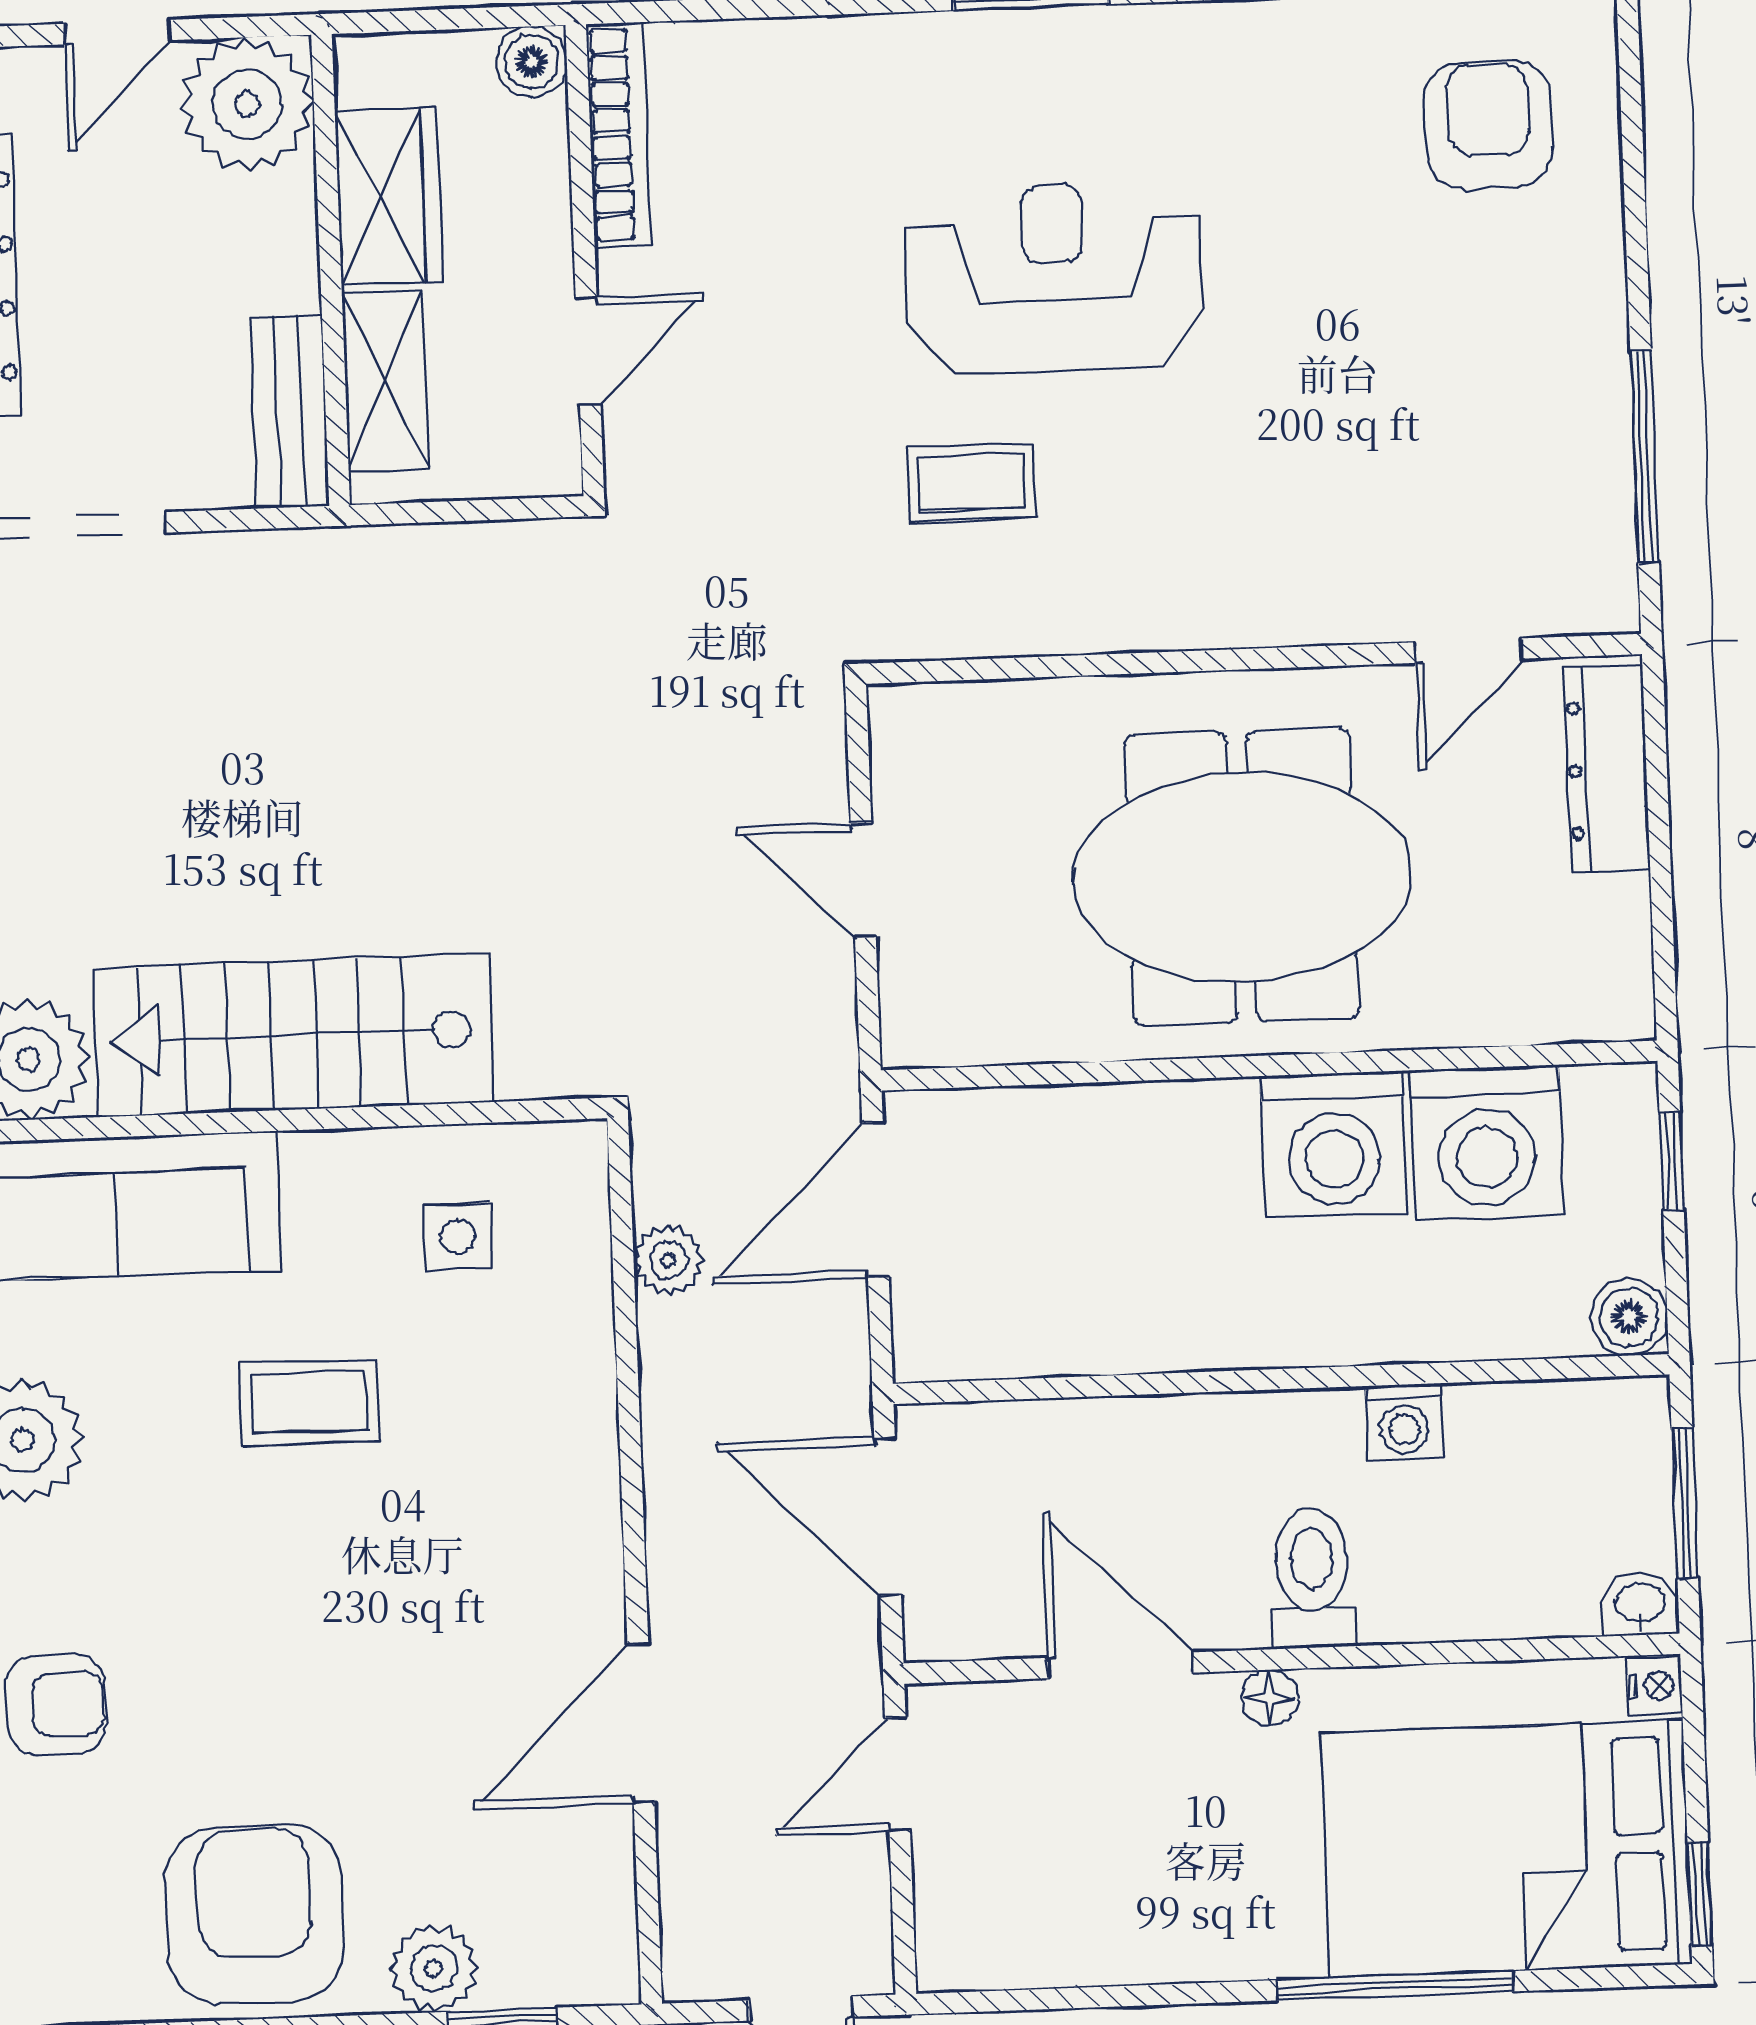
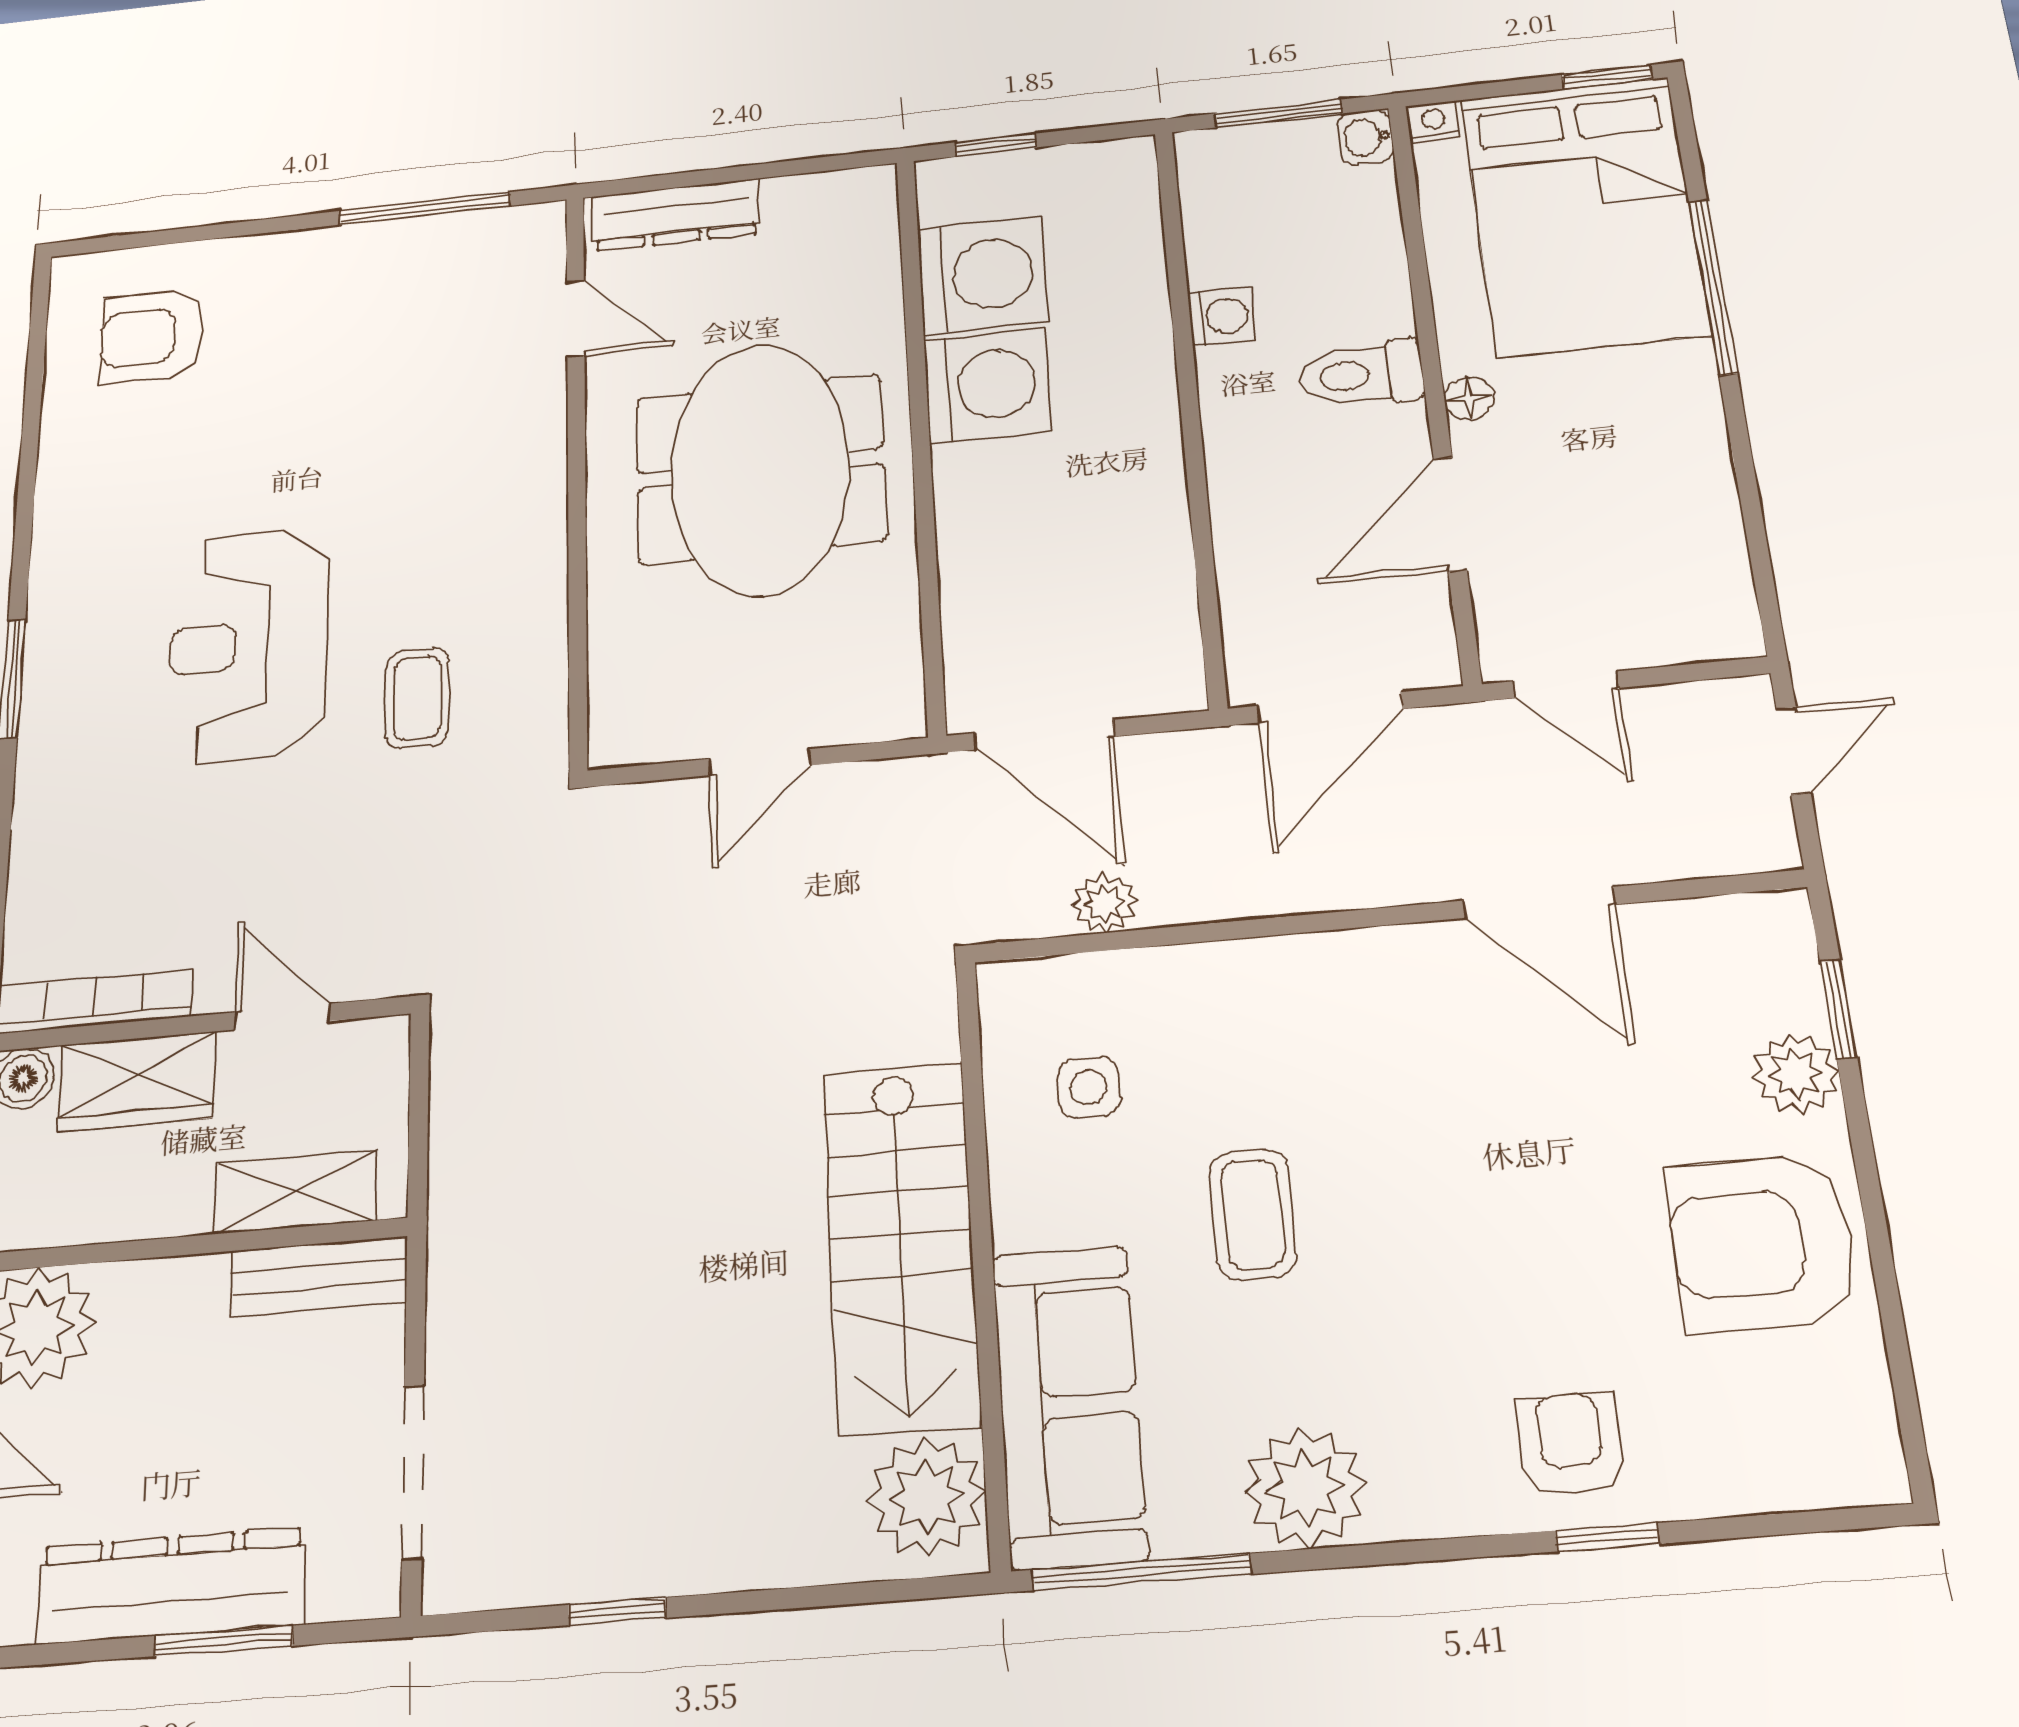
wardrobe: (389, 197) -> (137, 1081), moved, turned 180
boiler: (1629, 1317) -> (1126, 164), removed

